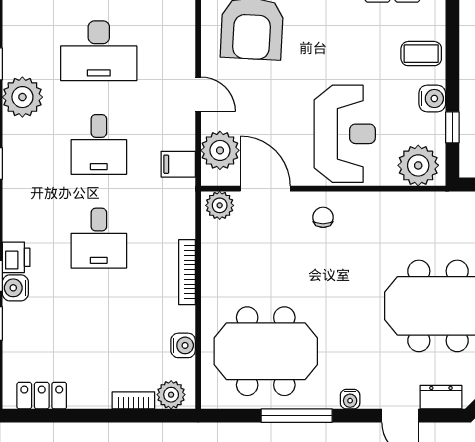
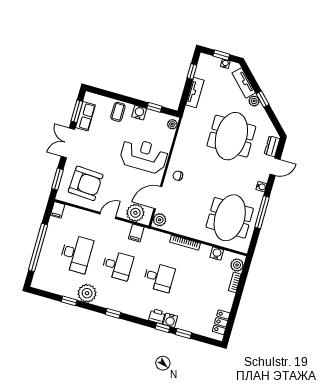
plant: (418, 165) -> (172, 124), width x0.53, depth x0.53

